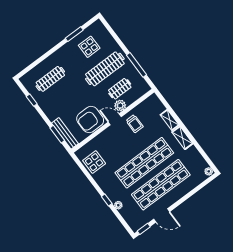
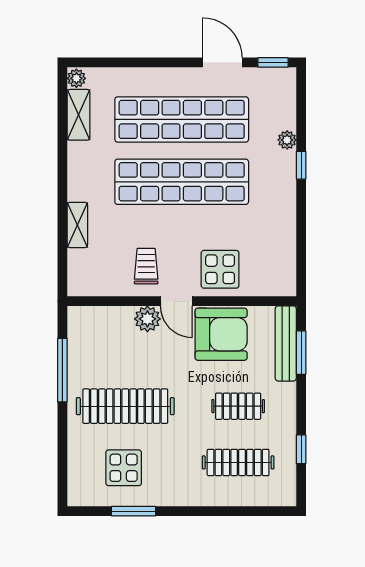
clothes rail: (120, 89) -> (238, 406), moved
shelving: (182, 138) -> (79, 115), moved
display table: (94, 162) -> (220, 269), moved

